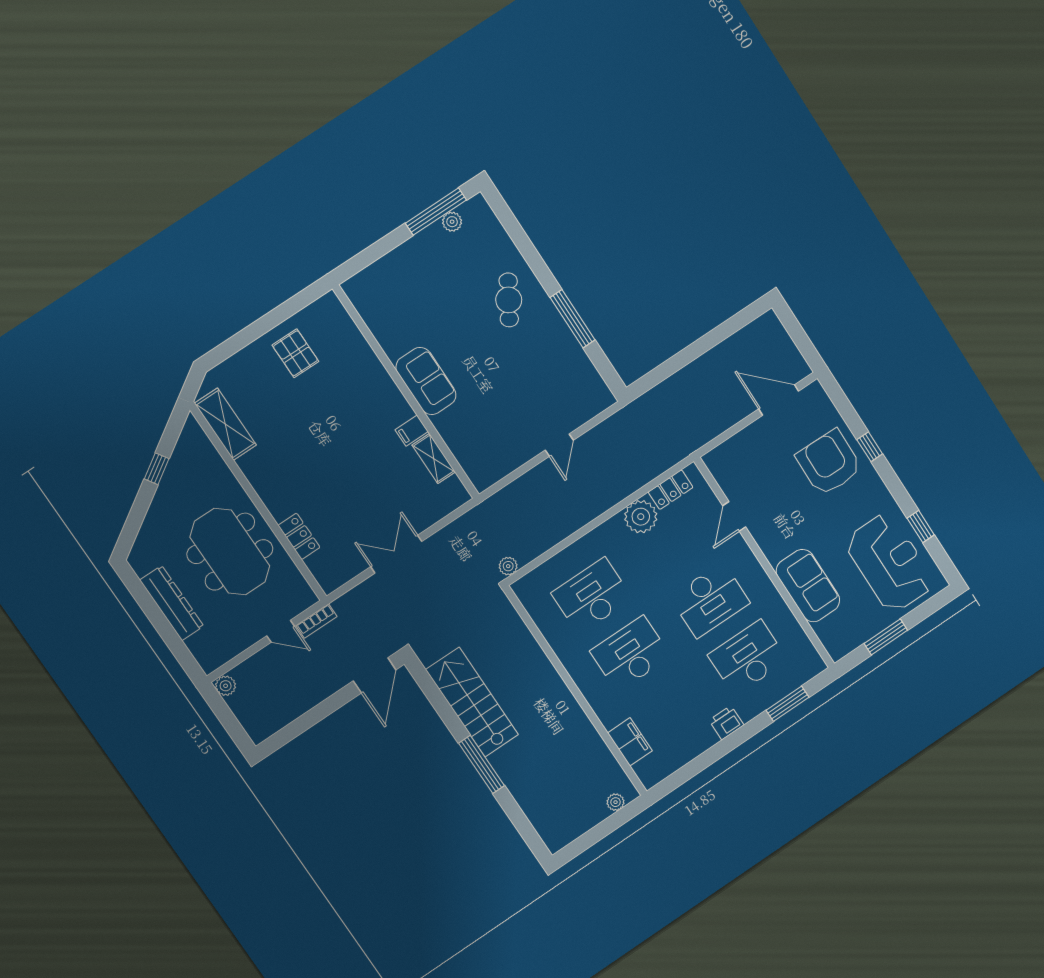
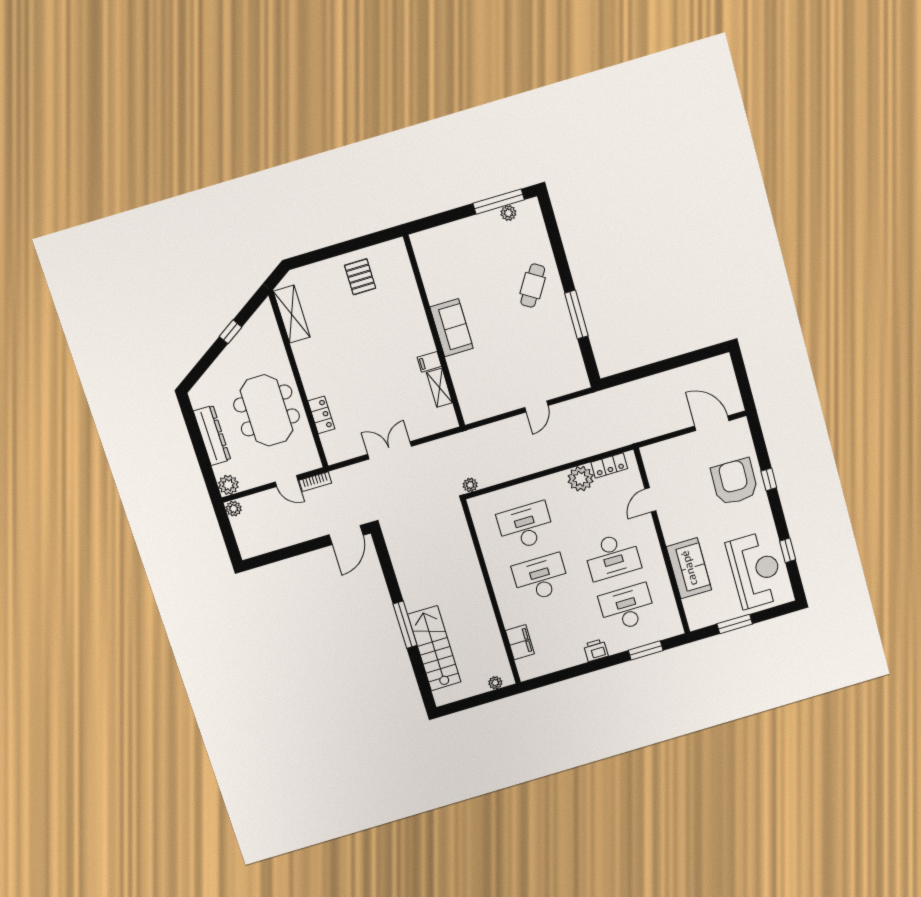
plant: (210, 658) -> (228, 485), added
stairs: (472, 702) -> (434, 648), moved

